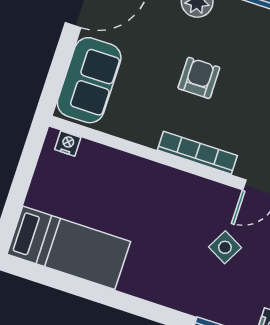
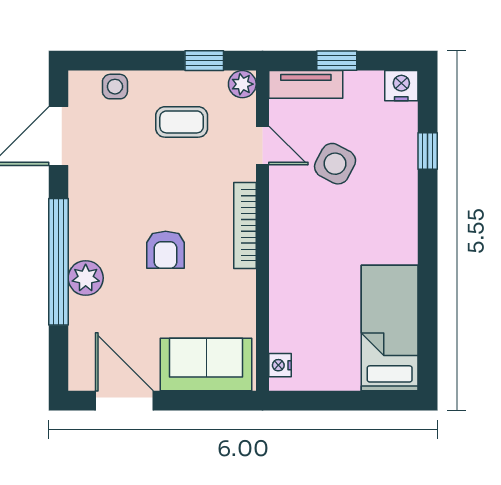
armchair: (199, 78) -> (166, 250), turned -90
side table: (225, 247) -> (335, 164), width x1.37, depth x1.37

